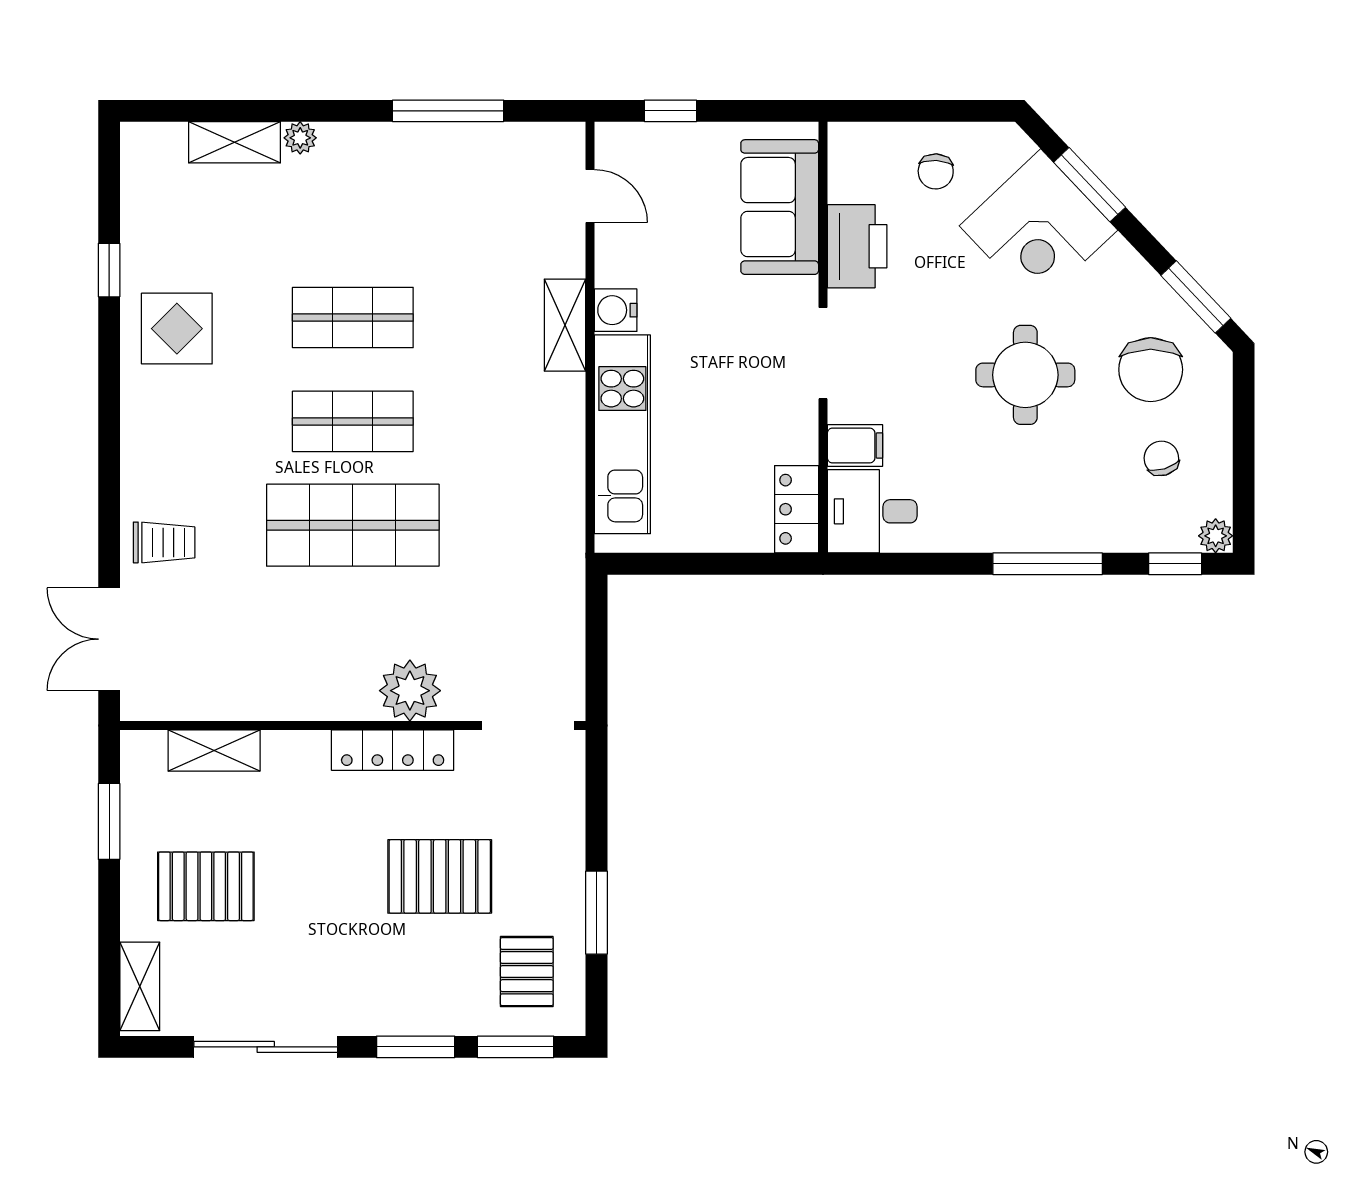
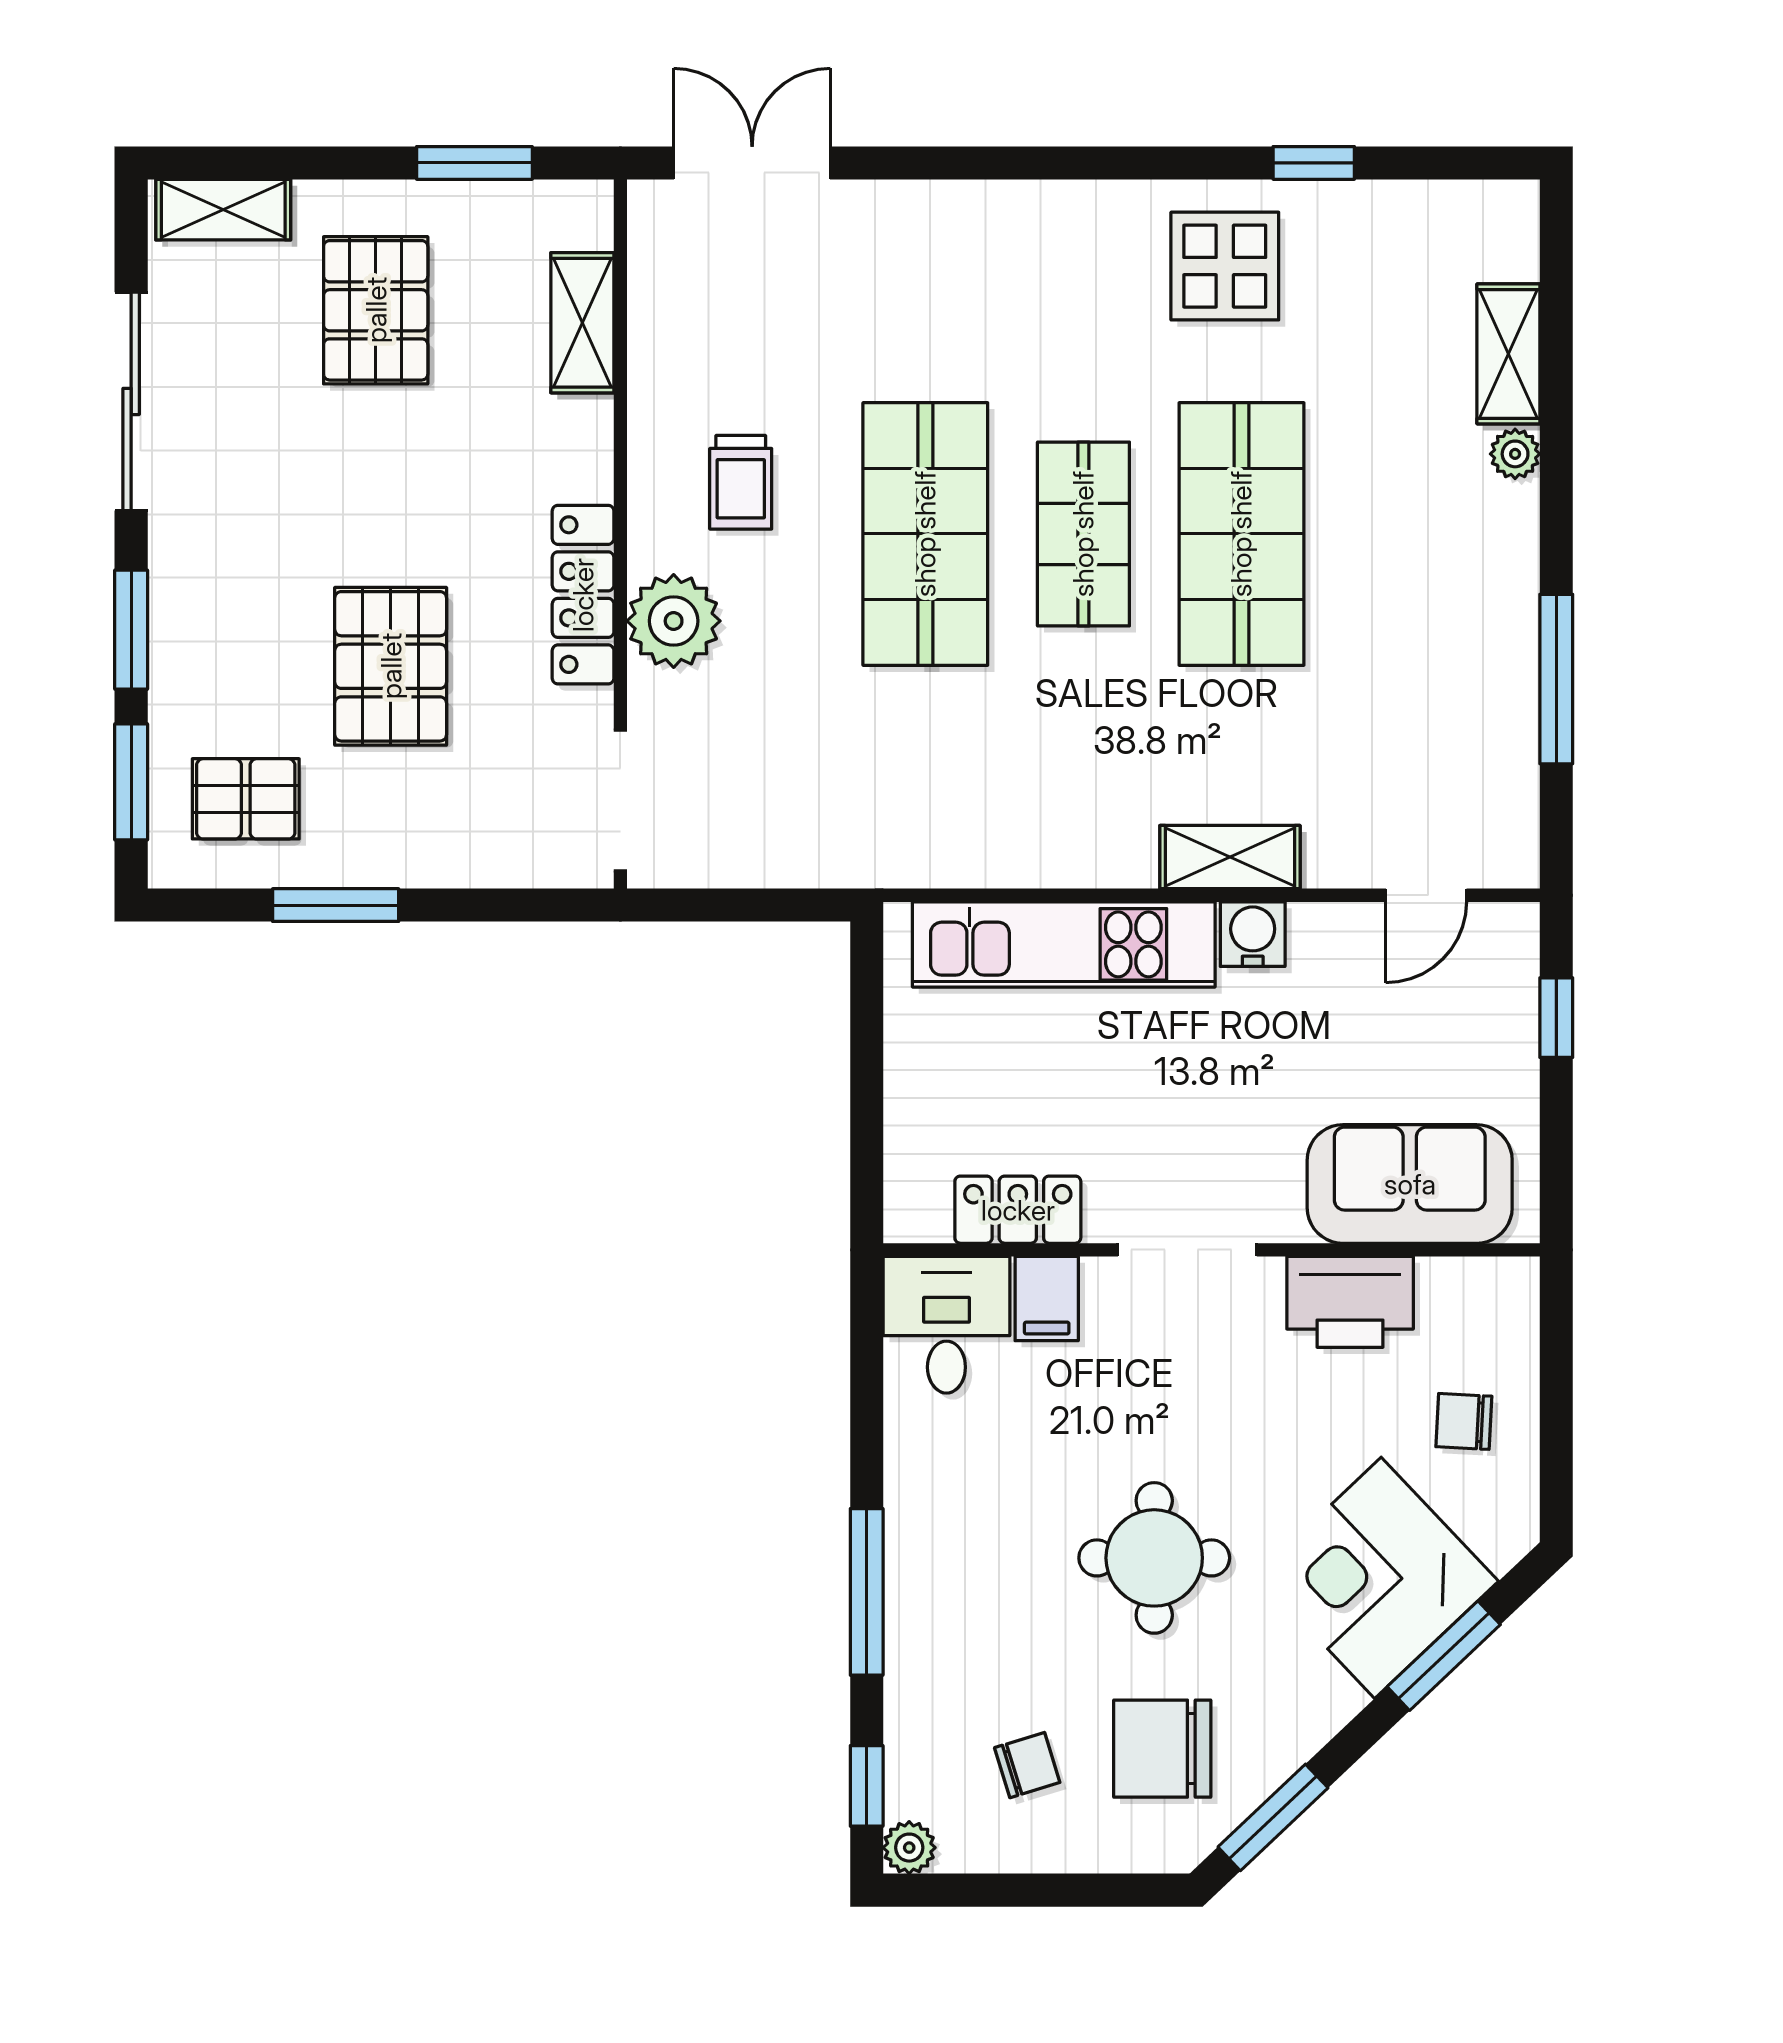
shop shelf: (353, 318) -> (1241, 534), width x1.43, depth x1.36
locker: (797, 509) -> (1018, 1210), moved
trolley: (164, 542) -> (741, 482), moved

